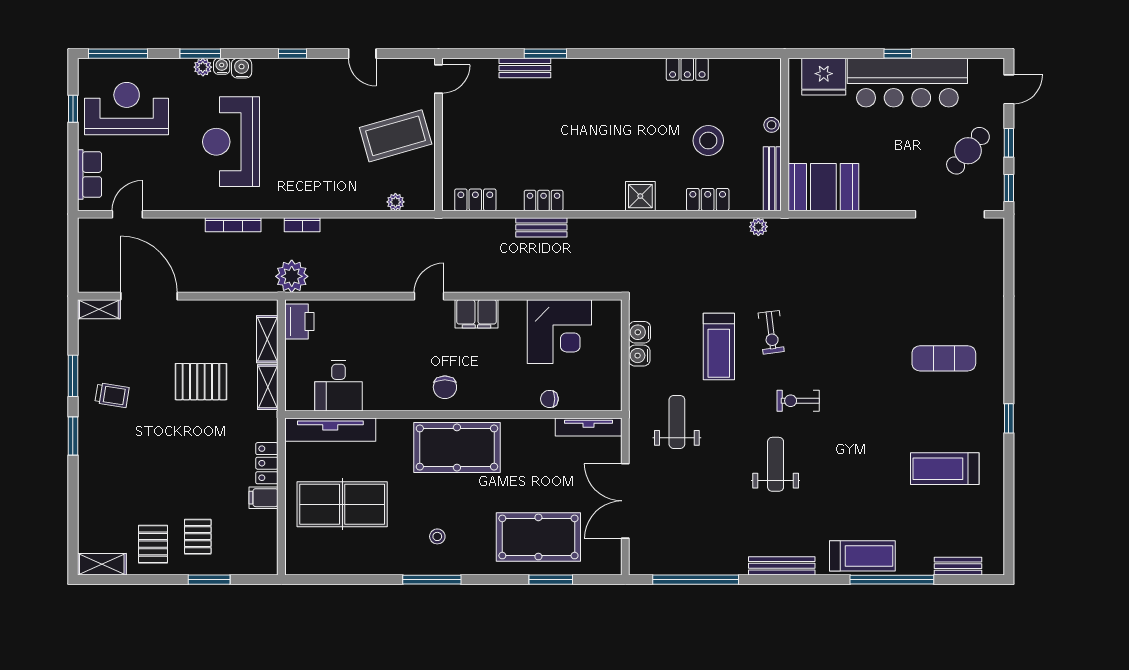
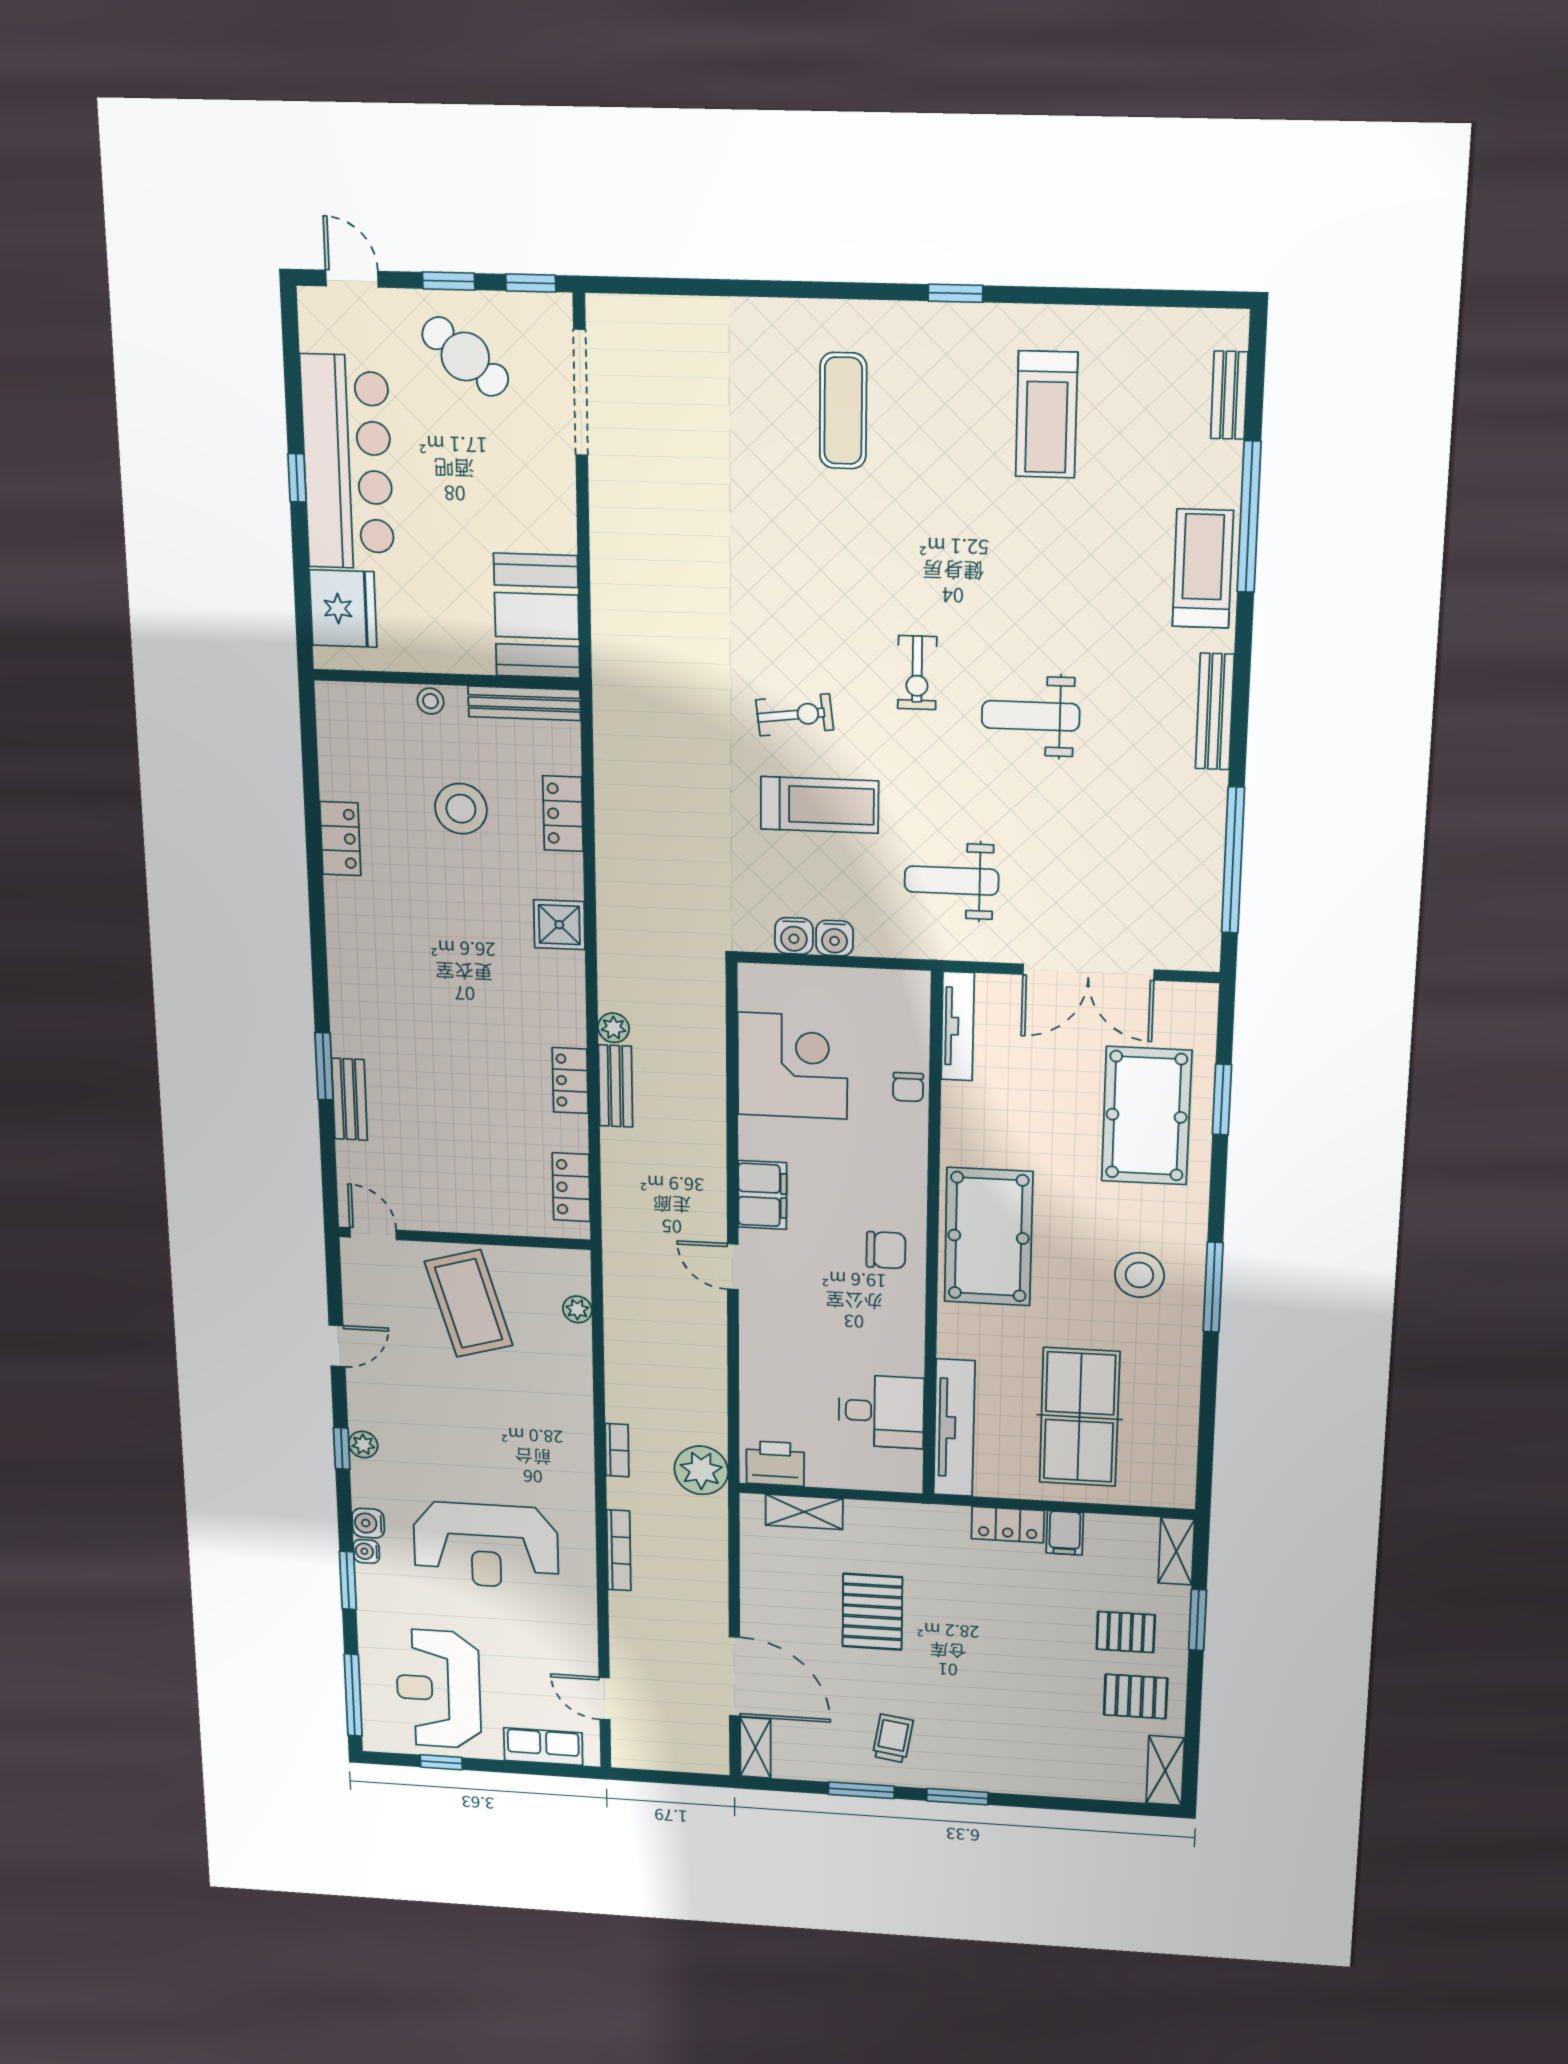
plant: (203, 67) -> (363, 1445), moved
plant: (758, 227) -> (614, 1028), moved
door: (149, 296) -> (734, 1677), swing flipped
shelving: (268, 387) -> (1176, 1551), moved, turned 90
stool: (437, 536) -> (1139, 1275), width x1.89, depth x1.89

